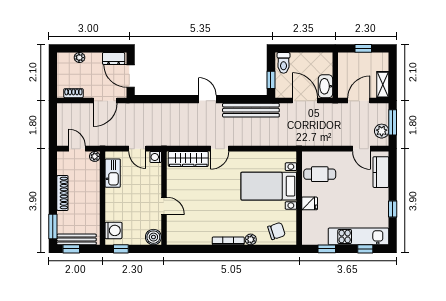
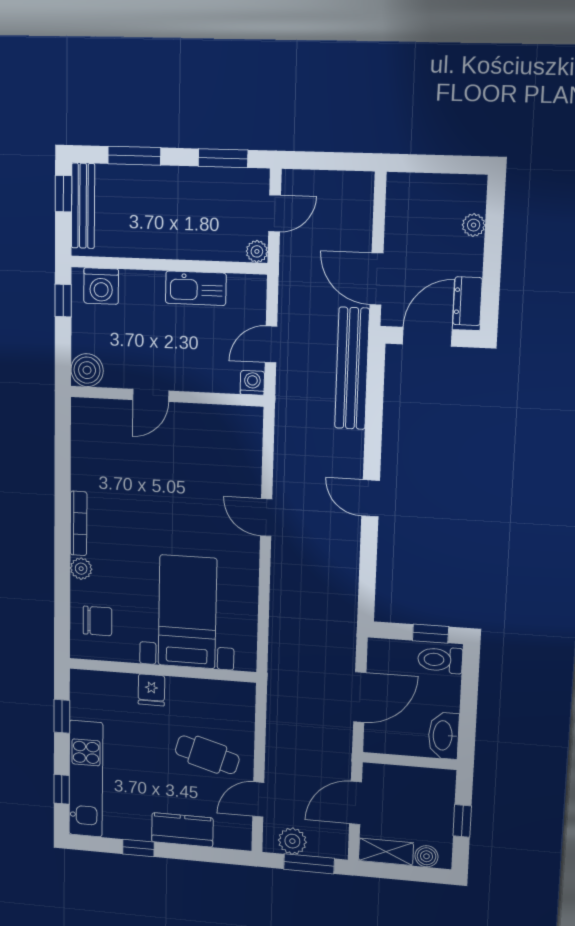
boiler: (383, 65) -> (426, 856), added
window: (271, 80) -> (430, 634), moved
washbasin: (325, 86) -> (444, 735), moved, turned -90
shoe rack: (73, 93) -> (395, 209), removed
door: (207, 99) -> (371, 498), swing flipped
door: (359, 101) -> (356, 803), swing flipped
bench: (251, 110) -> (352, 368), moved
wardrobe: (188, 159) -> (246, 451), removed
kitchen counter: (381, 172) -> (182, 830), moved
window: (53, 173) -> (223, 158), added
kitchen sink: (113, 173) -> (196, 288), moved
cafe table: (320, 174) -> (207, 755), moved, turned -74
shoe rack: (62, 193) -> (181, 178), removed
window: (53, 226) -> (134, 156), moved
chair: (276, 231) -> (97, 621), turned -72

